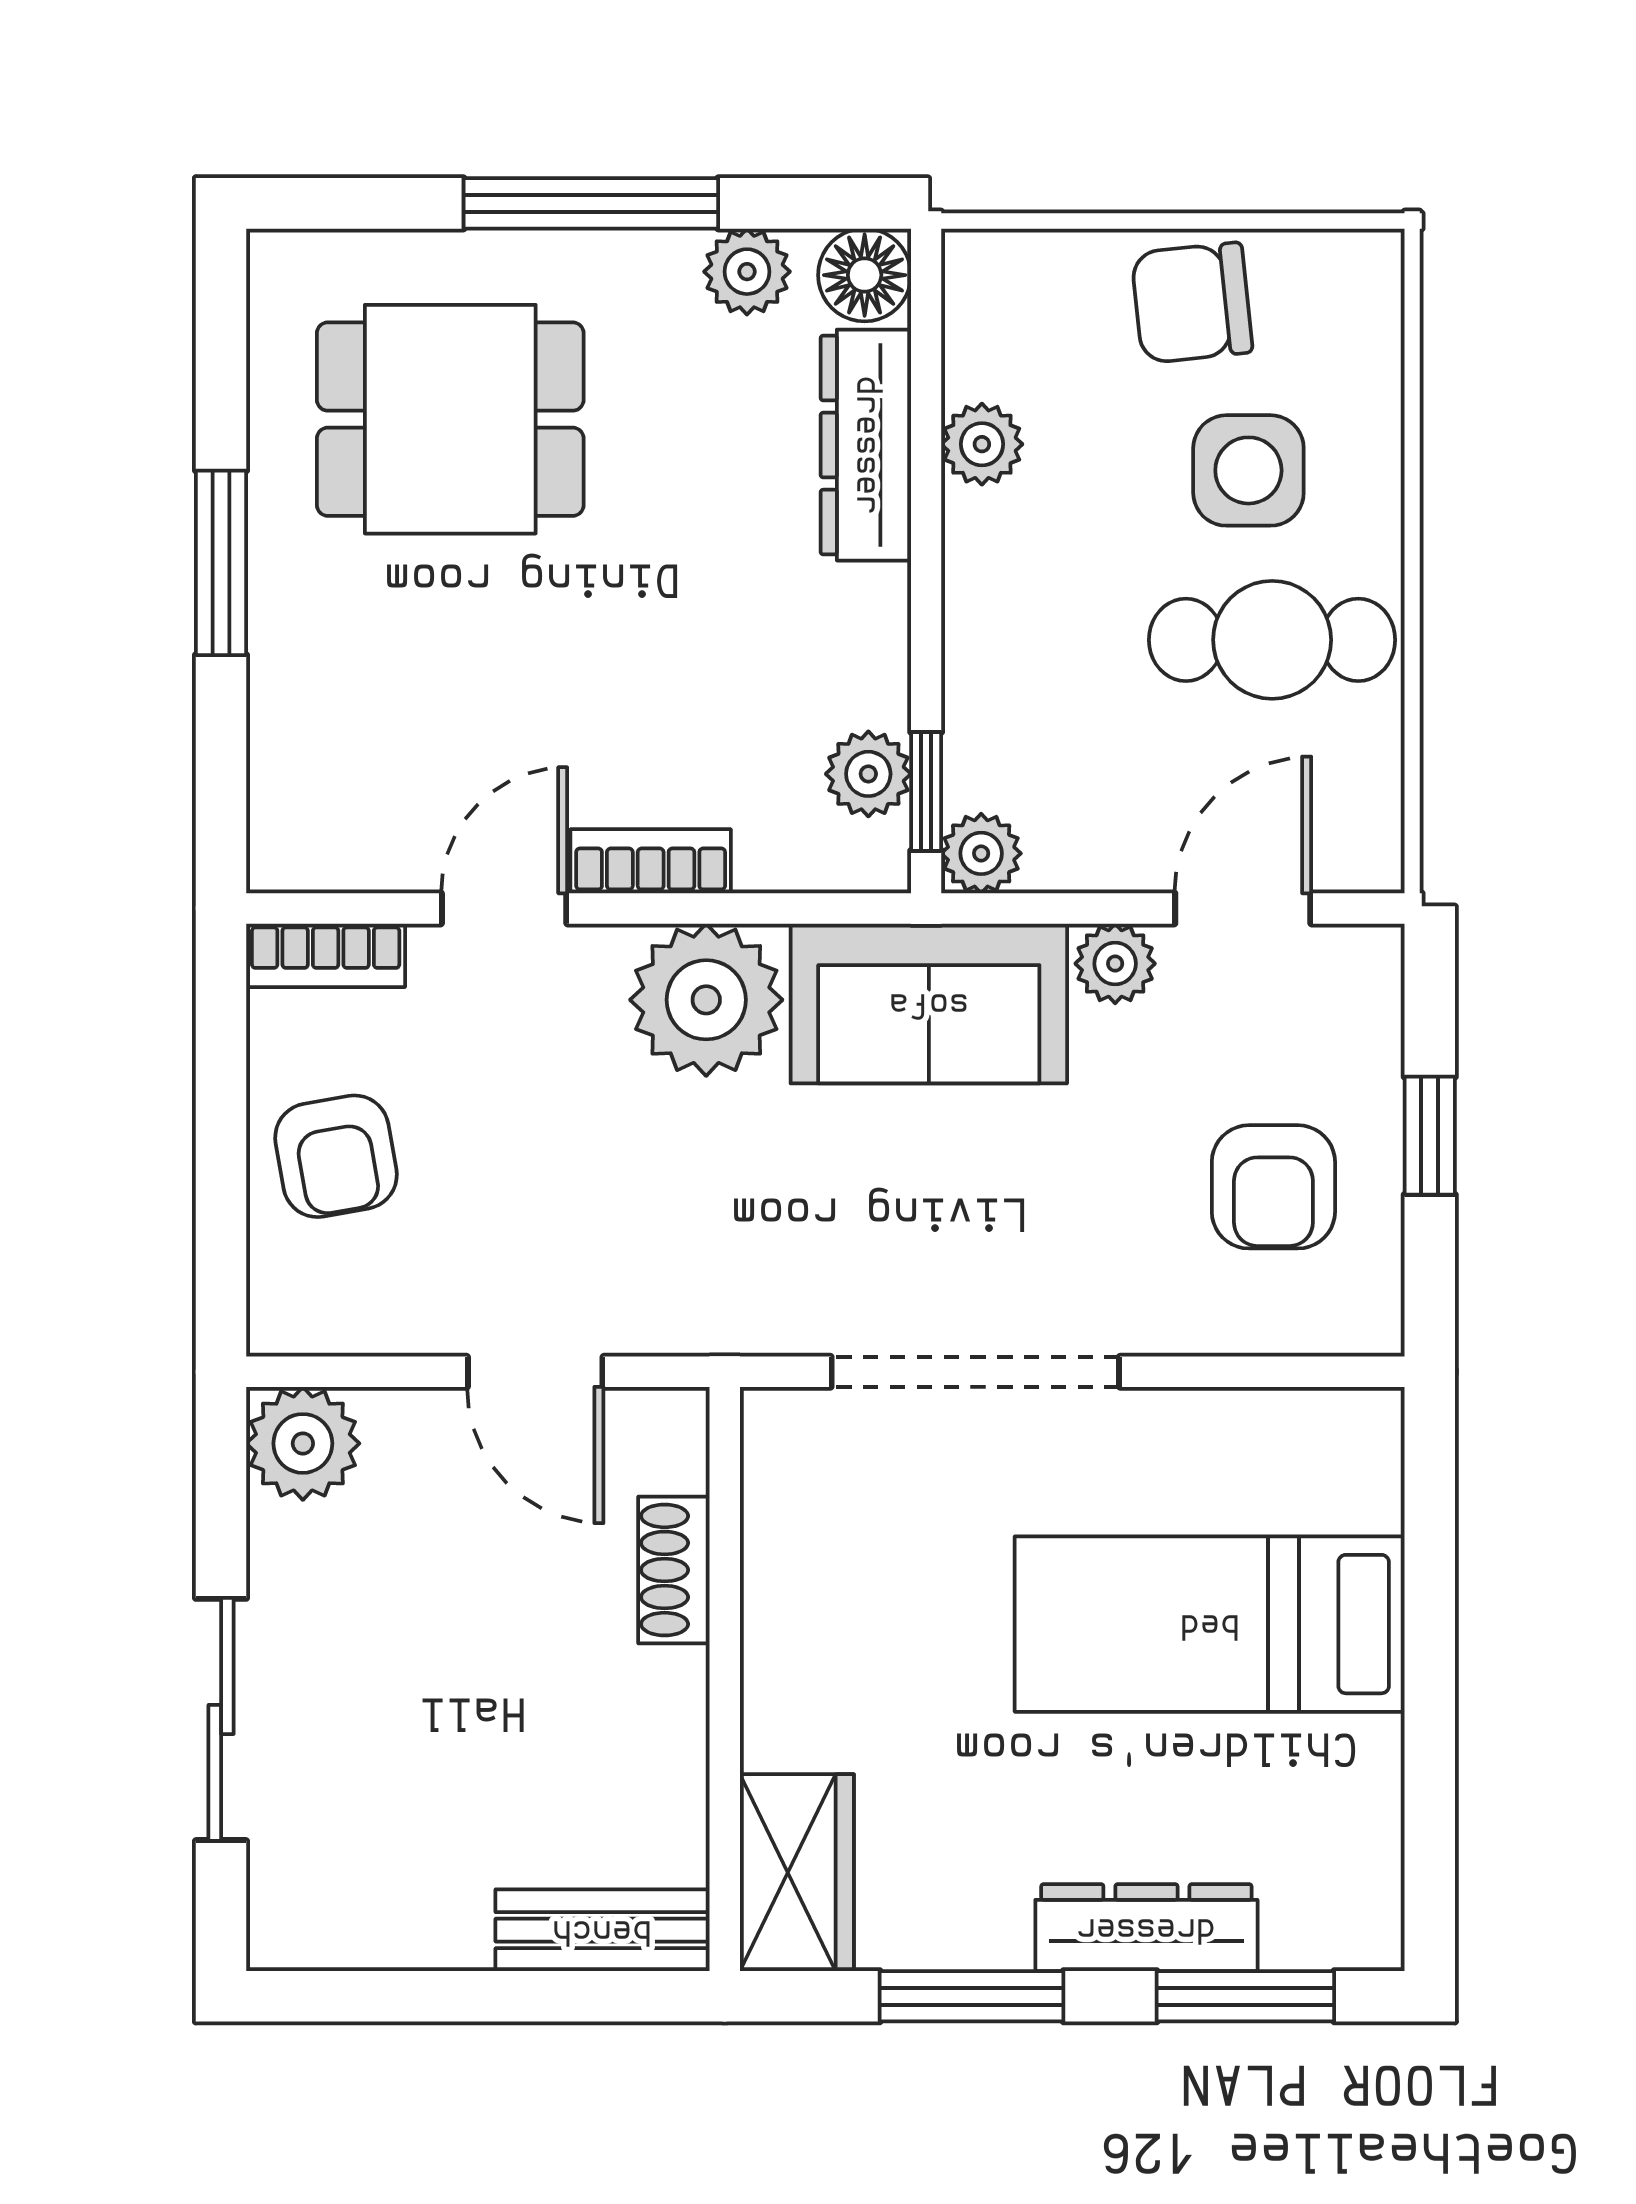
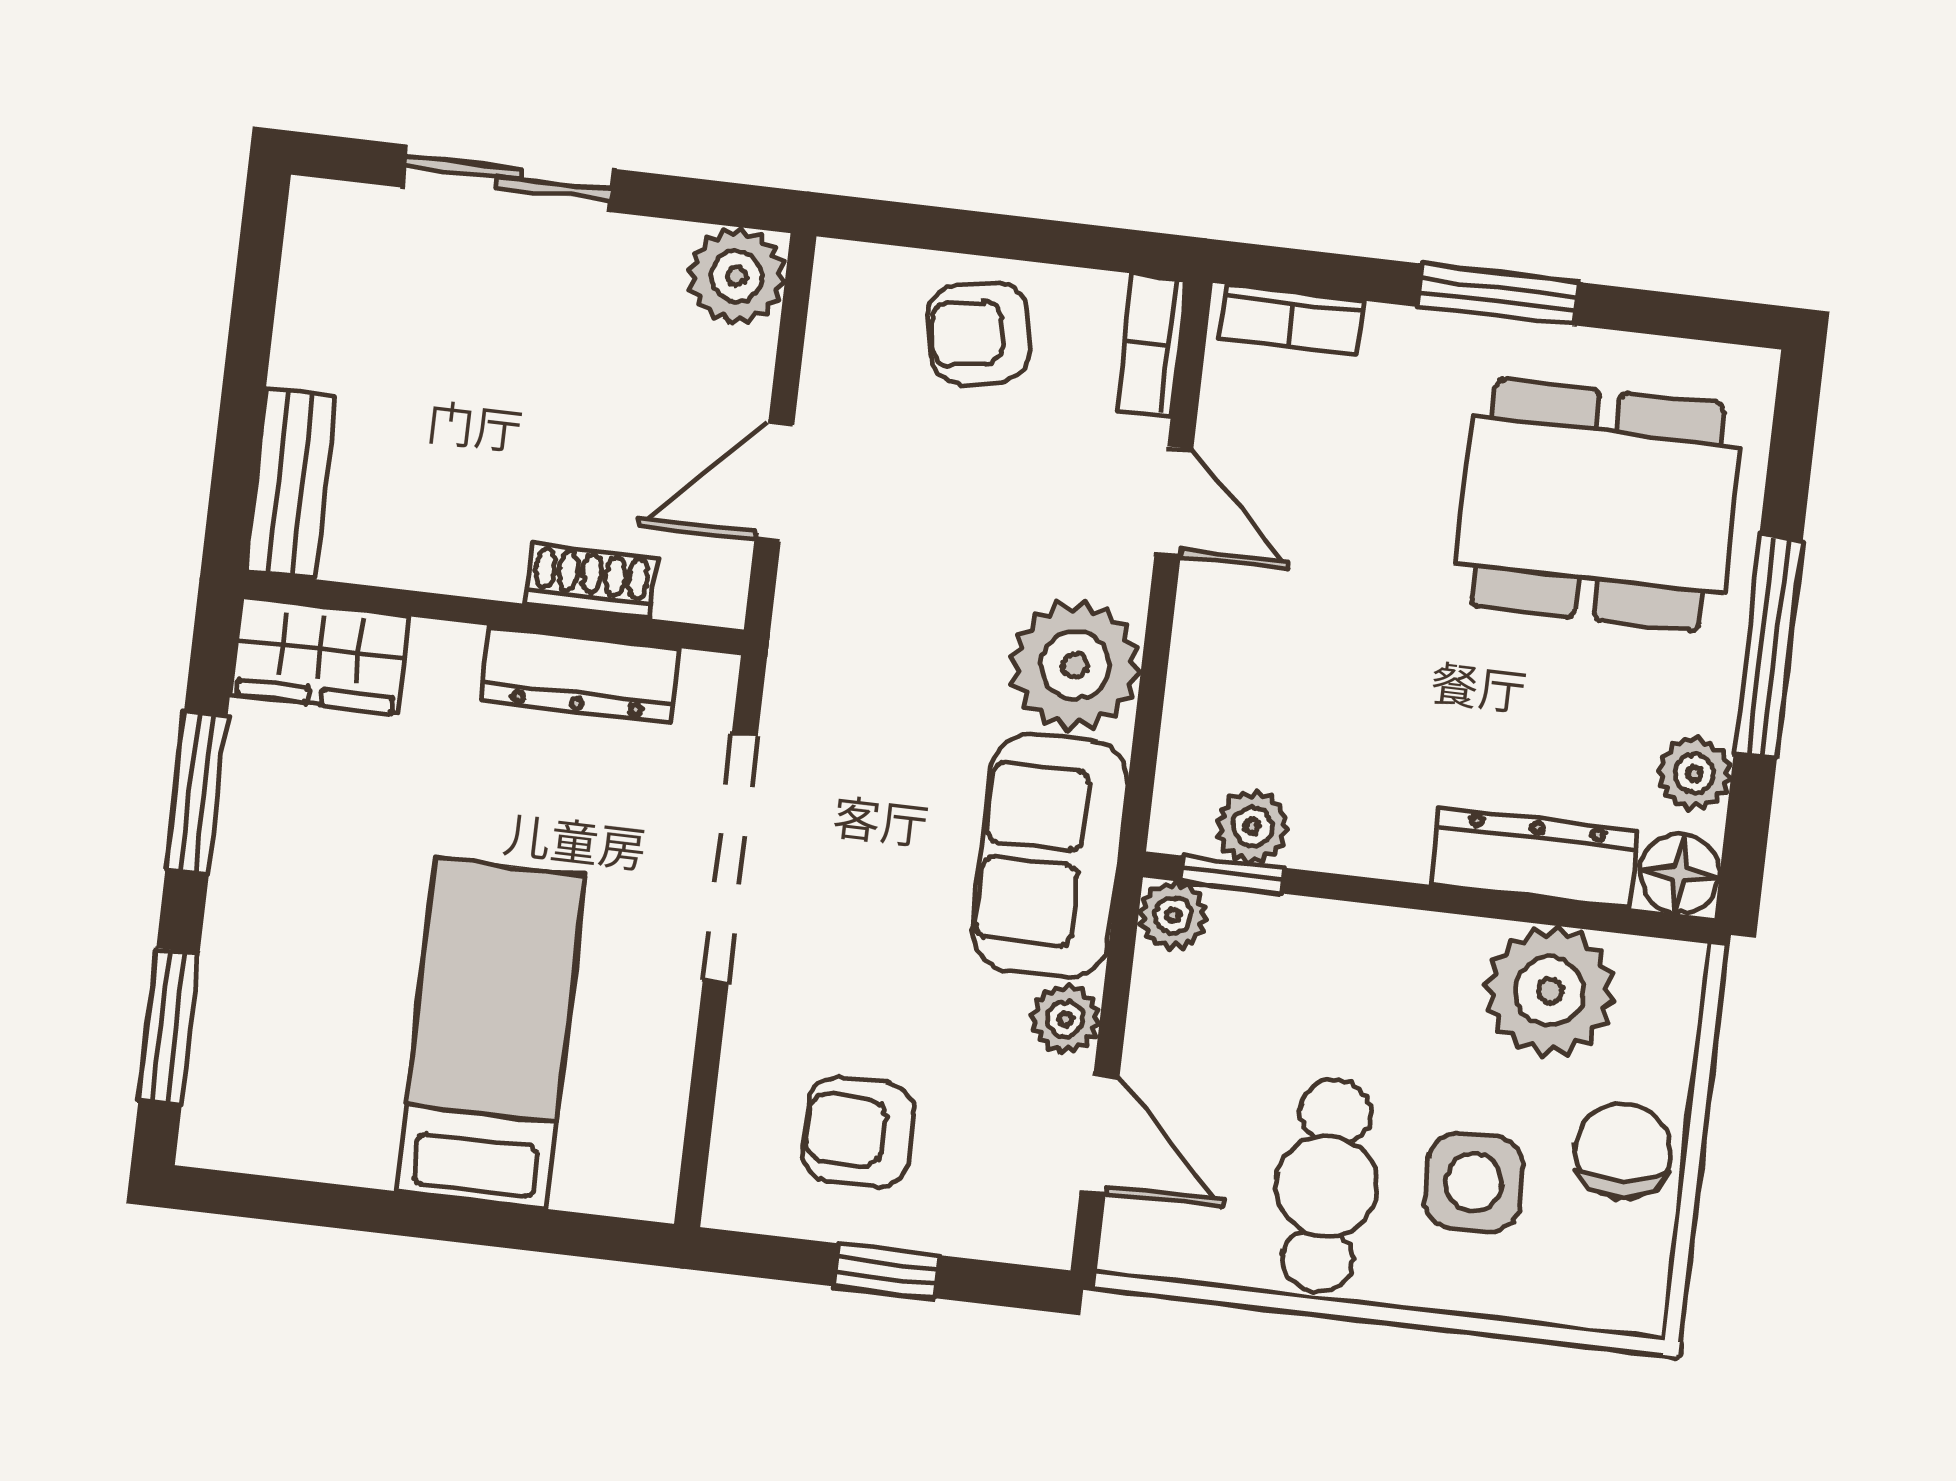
dining table: (450, 419) -> (1598, 505), width x1.37
plant: (982, 444) -> (1550, 991), width x1.88, depth x1.88
bookcase: (651, 861) -> (1291, 320), moved, turned 90
dresser: (1146, 1928) -> (580, 674), moved, turned 90

